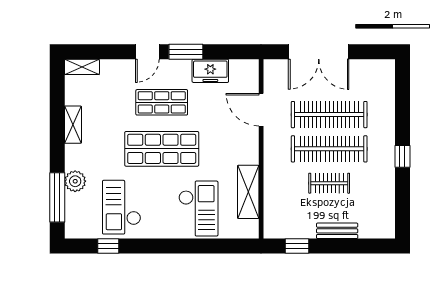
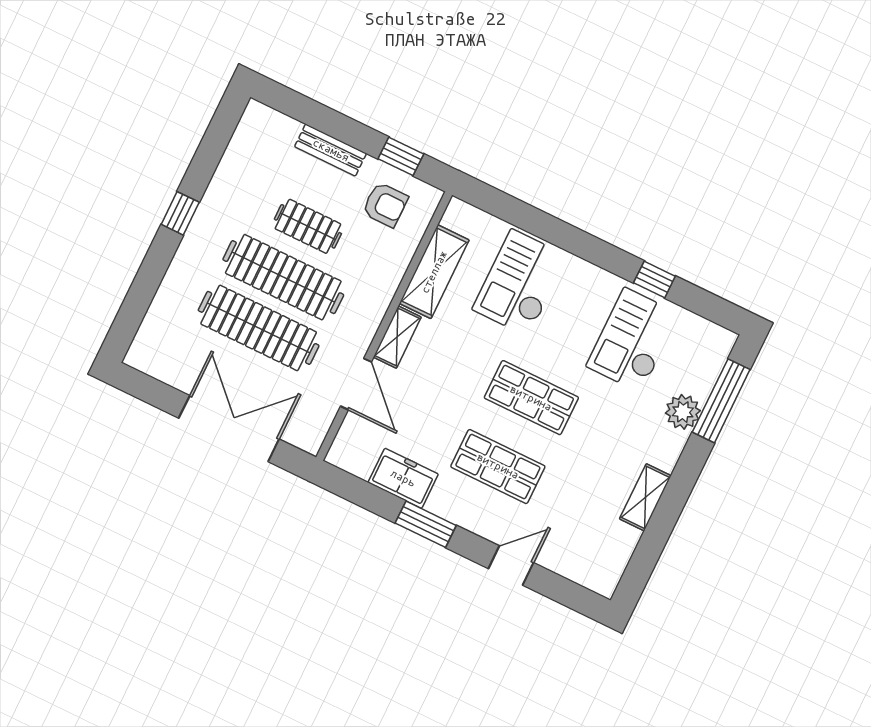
door: (147, 52) -> (511, 566), moved
shelving: (82, 67) -> (397, 337), moved, turned 90
shop shelf: (162, 149) -> (531, 398), width x0.70, depth x0.74
checkout: (121, 207) -> (633, 340), turned 180
armchair: (293, 215) -> (385, 205), added
window: (108, 246) -> (654, 279), moved

